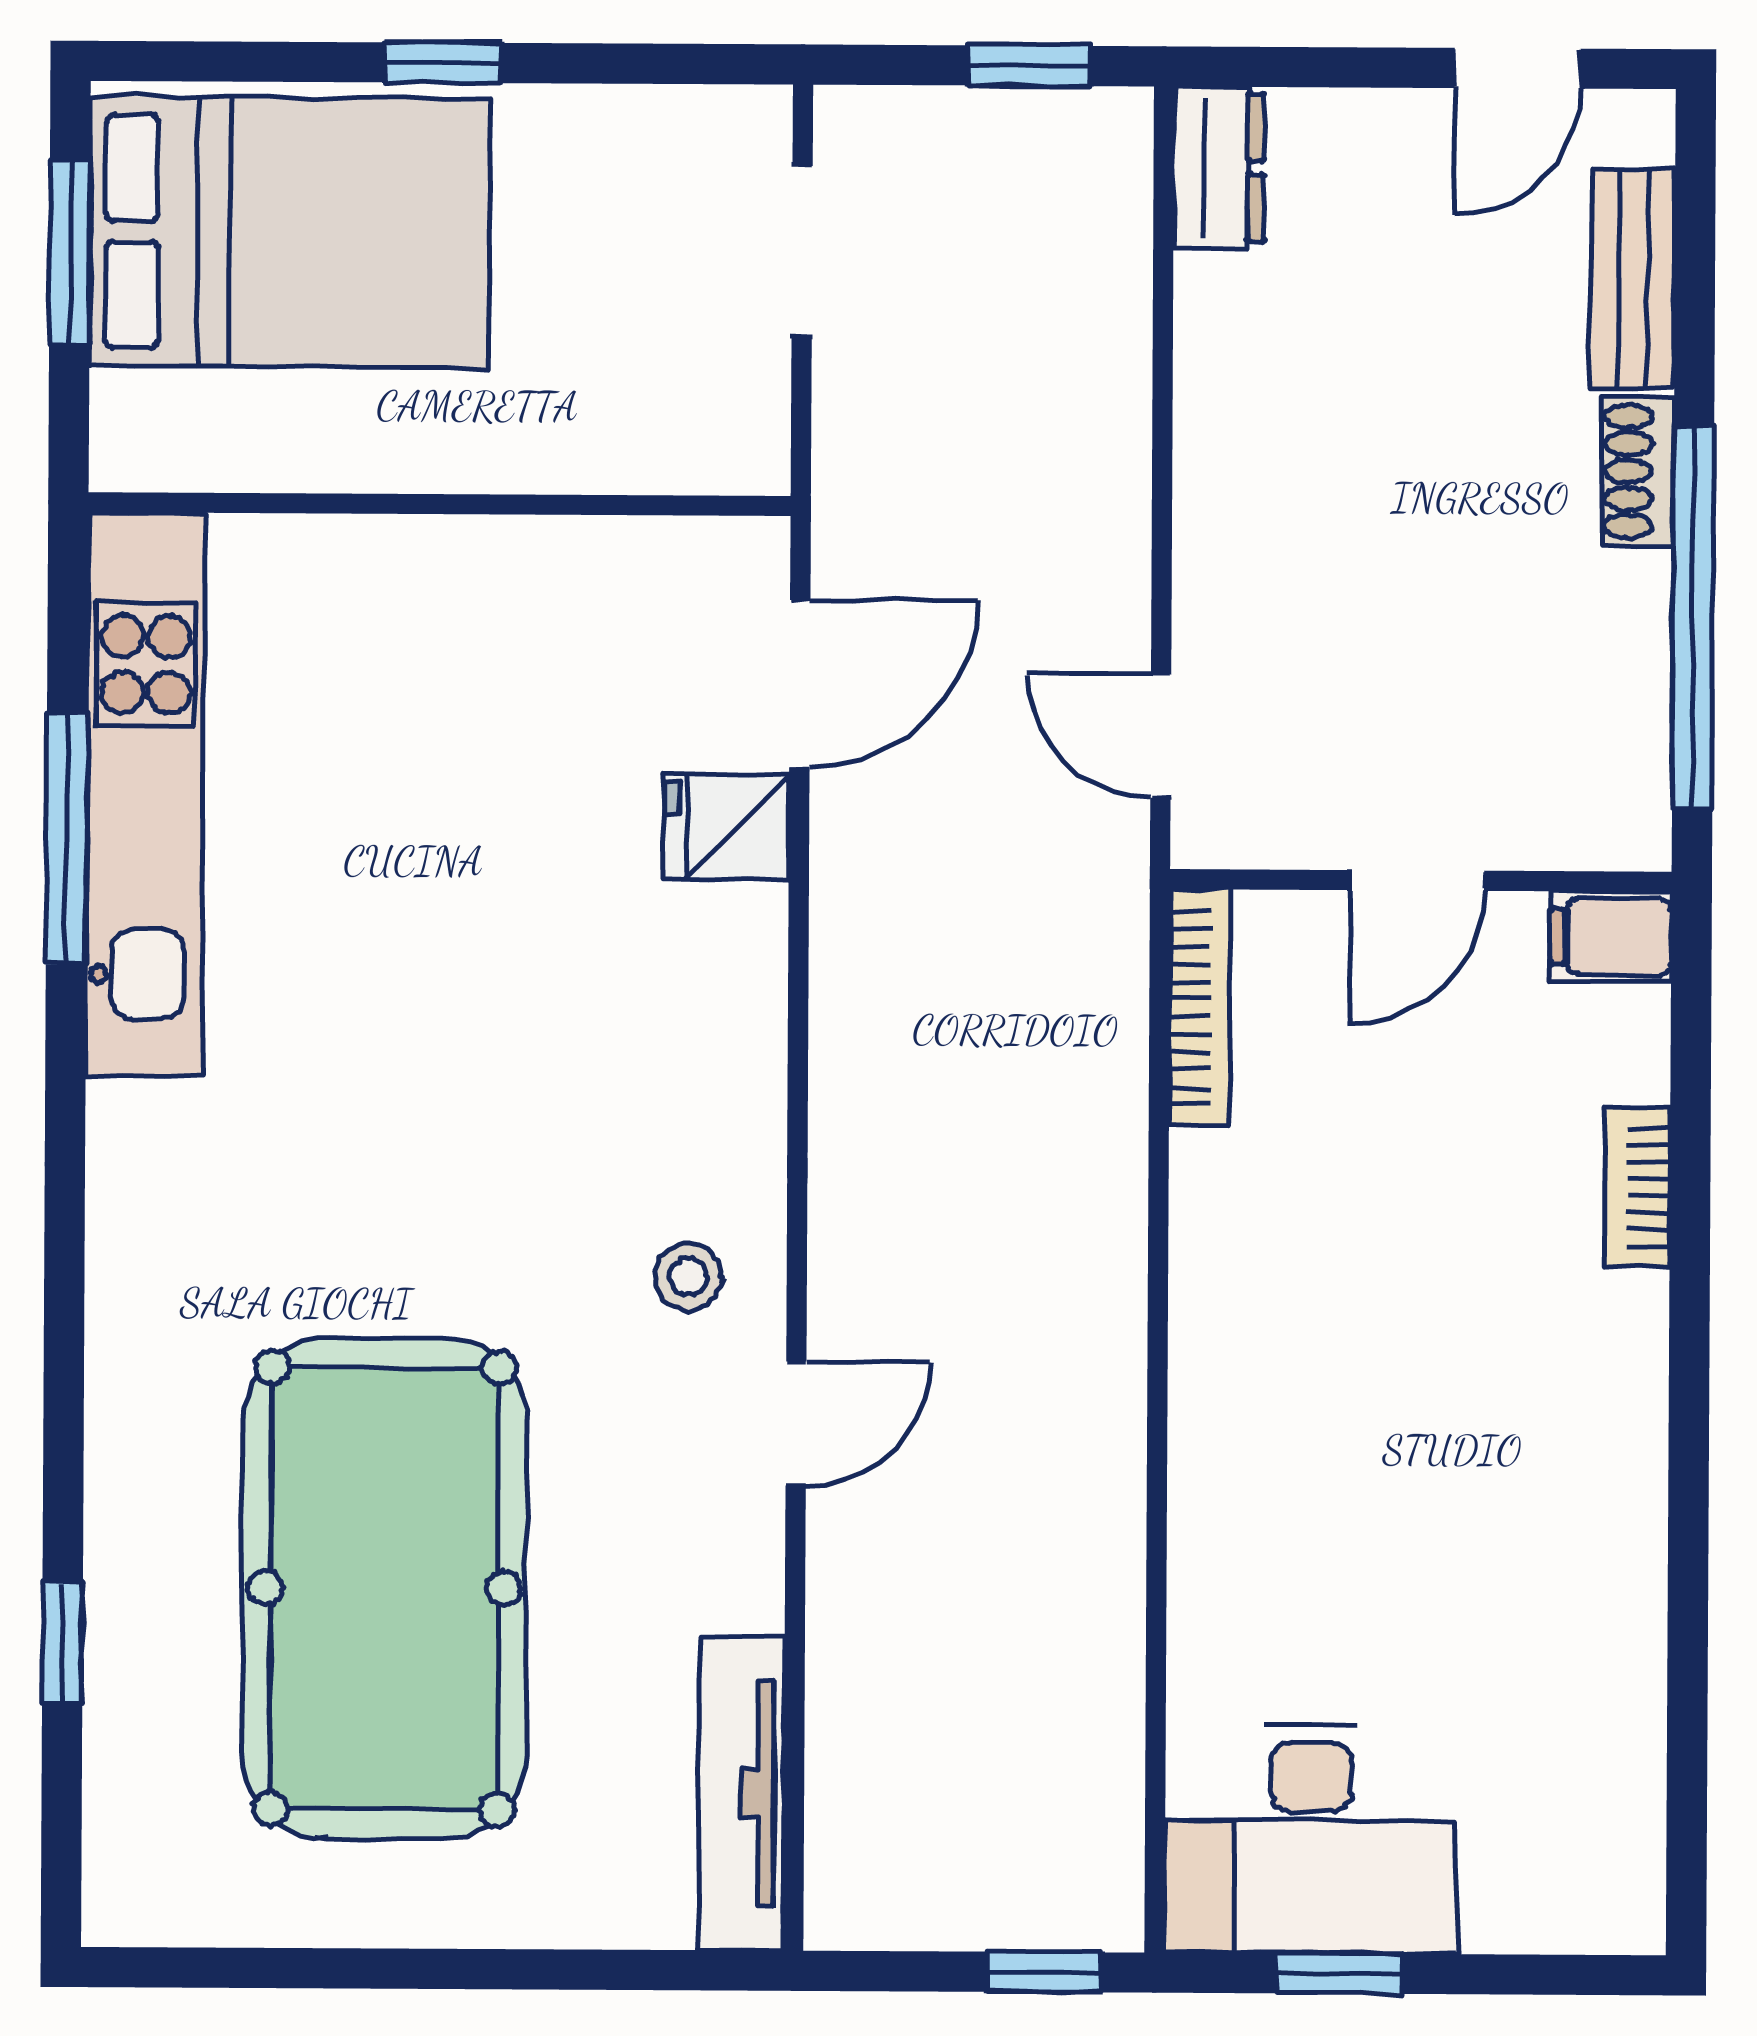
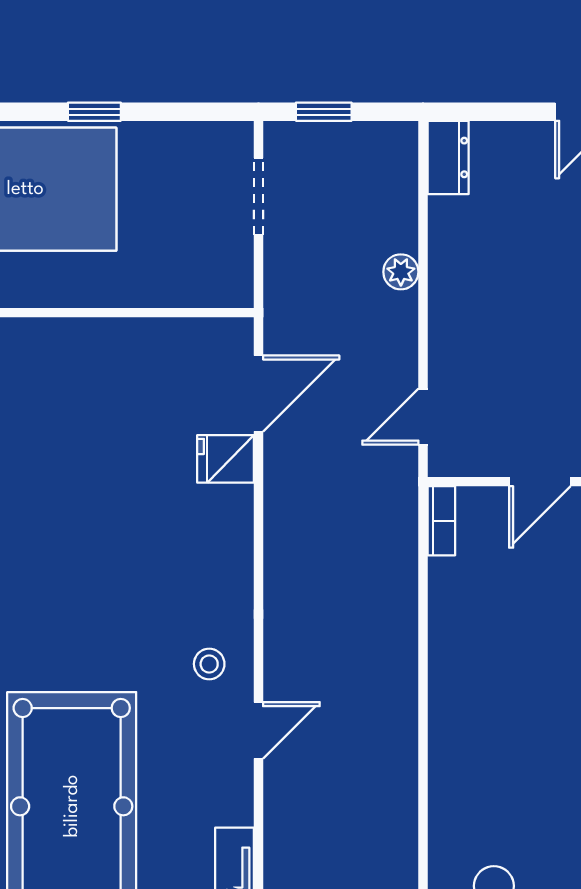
window: (1029, 66) -> (324, 112), moved
plant: (1114, 418) -> (401, 272), added
door: (1161, 736) -> (423, 417), hinge flipped
bookcase: (1200, 1008) -> (441, 521), width x0.64

